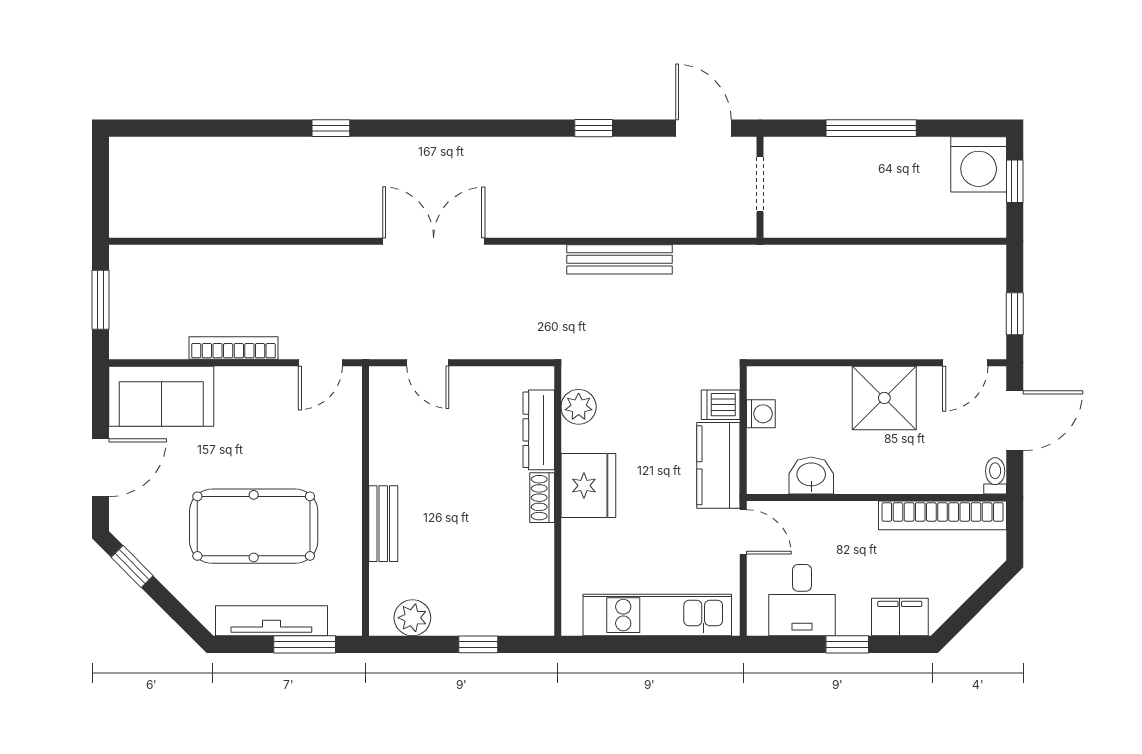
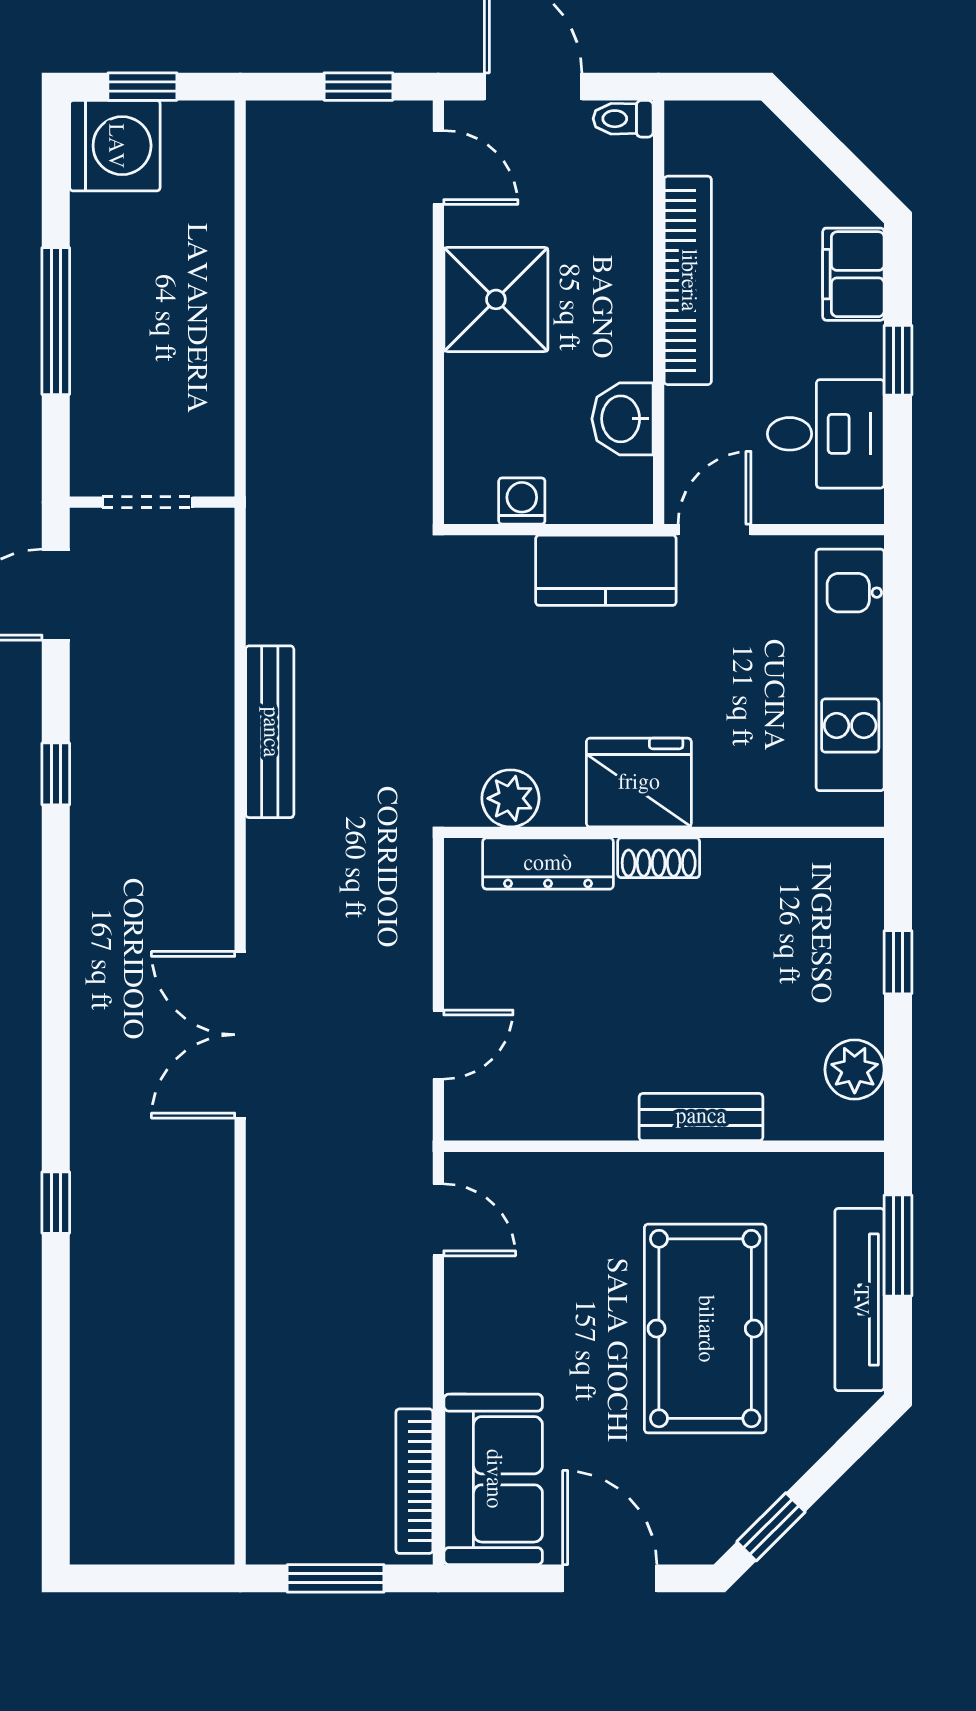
bookcase: (233, 348) -> (414, 1481), moved
dishwasher: (721, 405) -> (507, 567), removed
bookcase: (943, 515) -> (688, 280), moved

